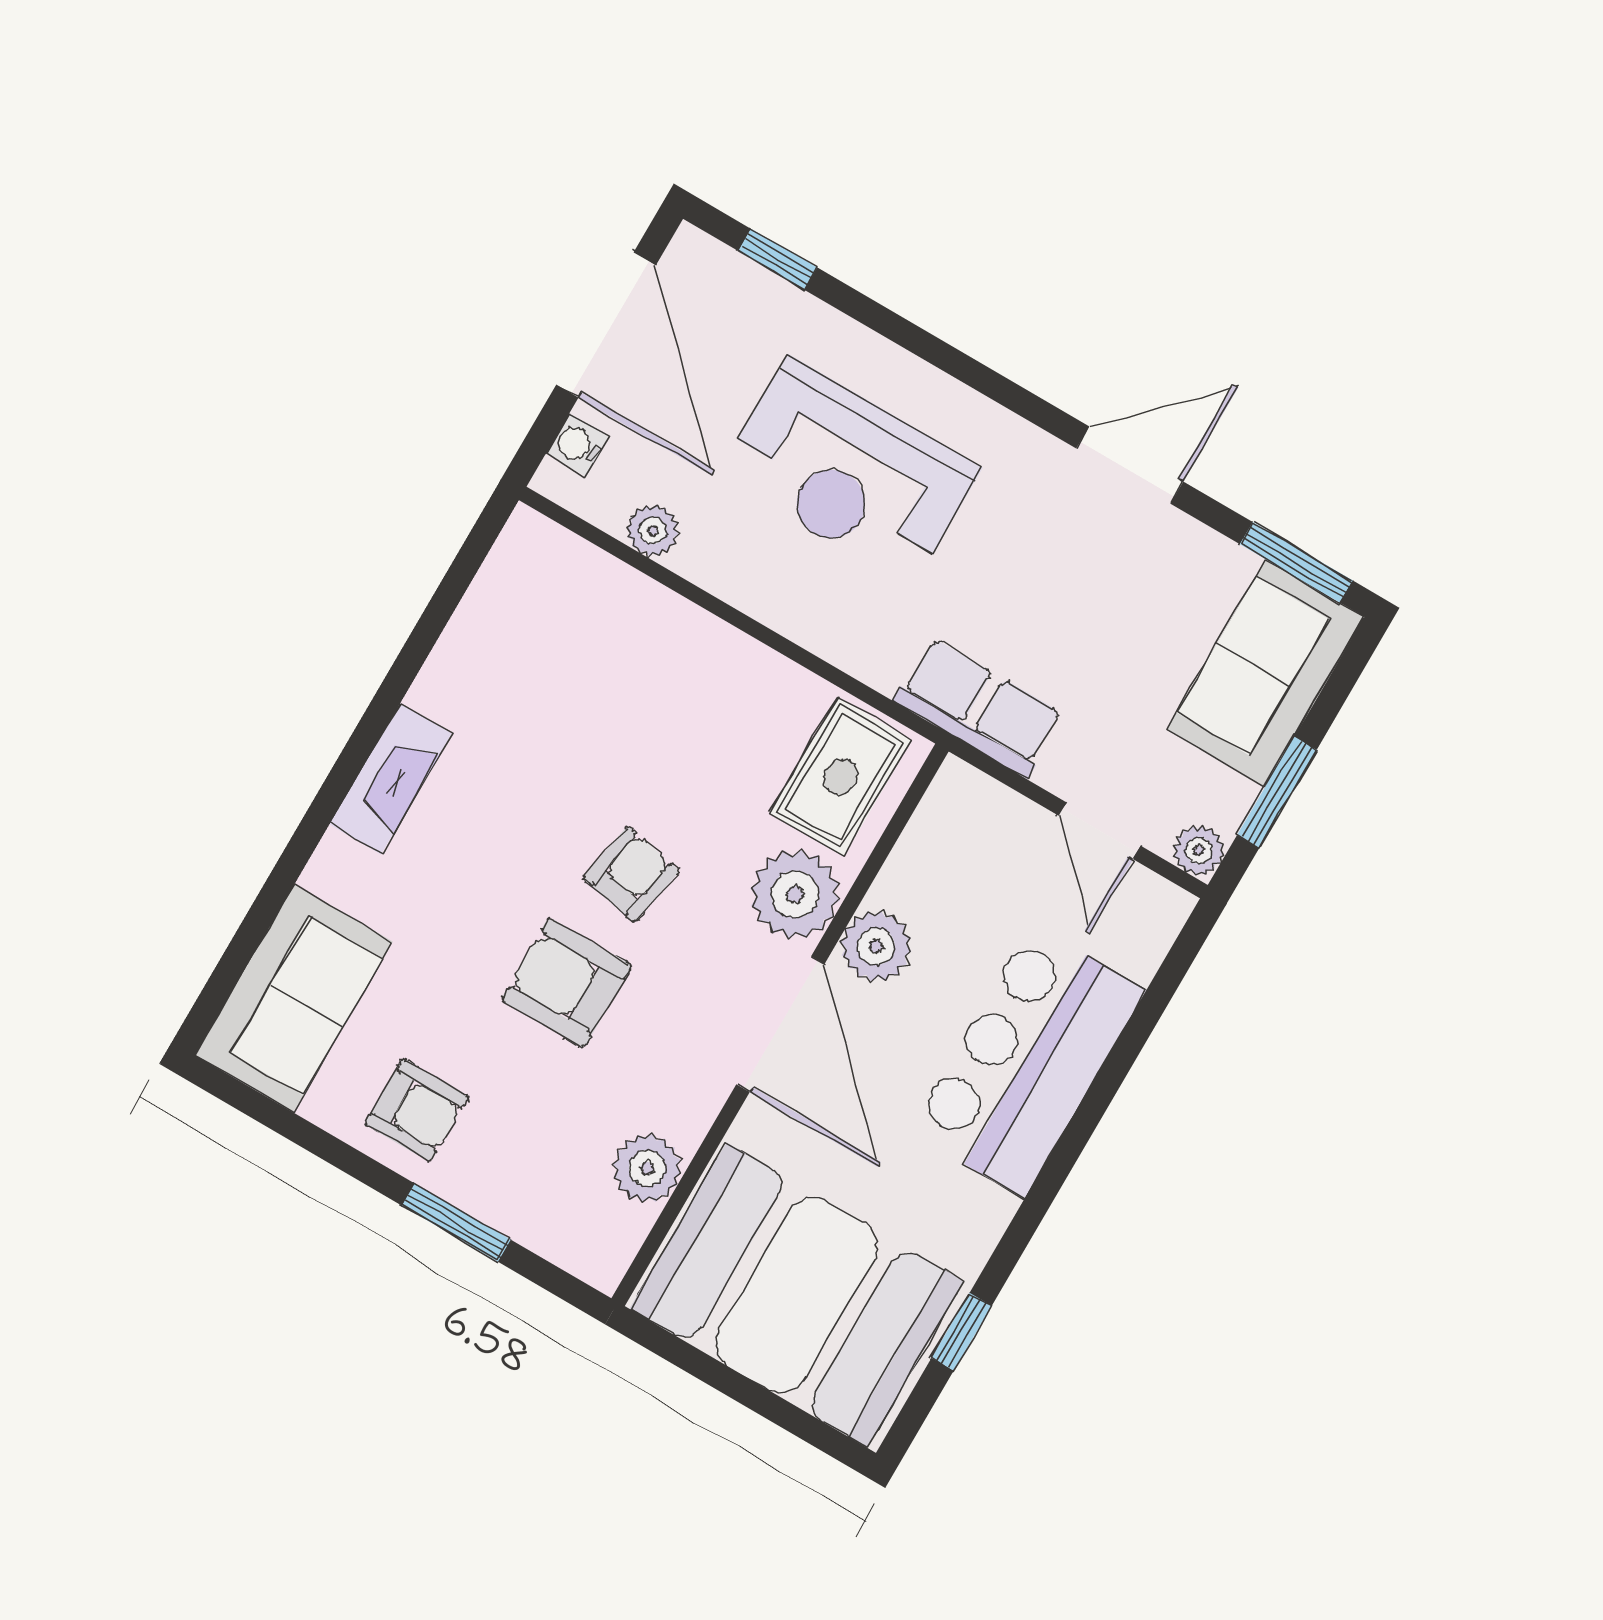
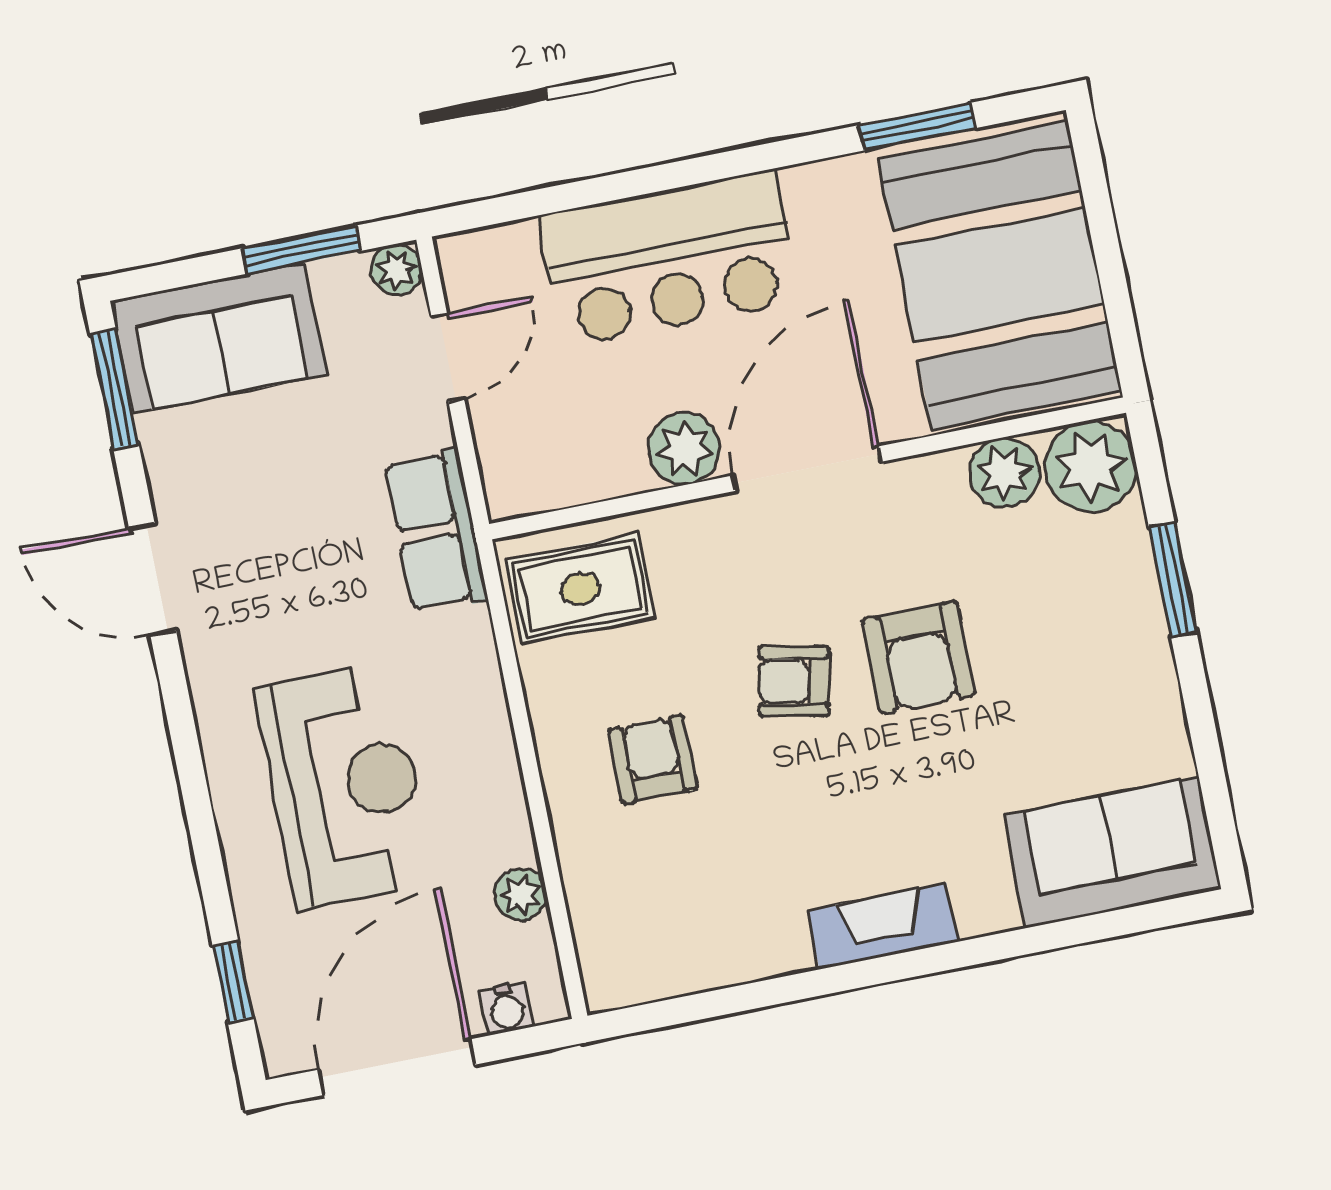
plant: (795, 894) -> (1090, 466), moved
armchair: (417, 1110) -> (653, 759), moved
window: (962, 1332) -> (917, 127), width x1.50

